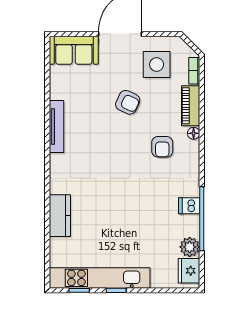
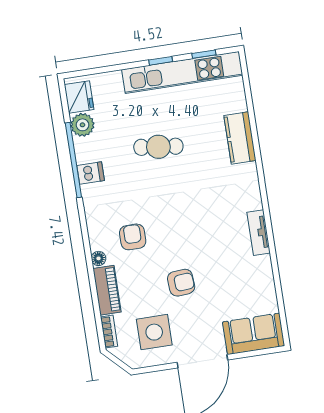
armchair: (128, 102) -> (181, 283), turned 151
tv unit: (56, 127) -> (259, 233), width x0.71
cafe table: (129, 219) -> (158, 147), added

